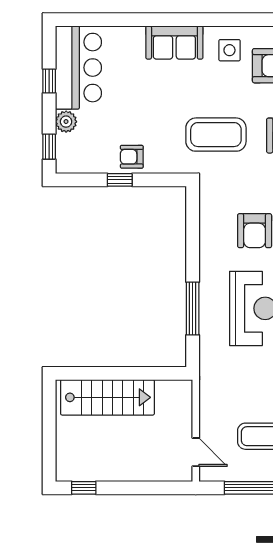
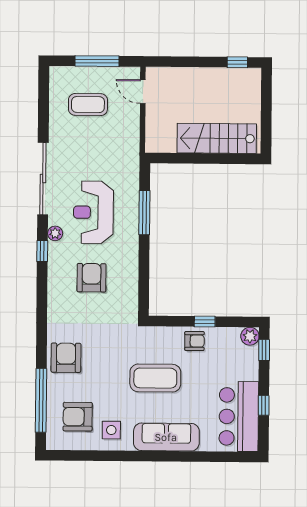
sofa: (174, 43) -> (166, 437), width x1.36
plant: (66, 122) -> (250, 336), moved
coffee table: (216, 135) -> (155, 378), moved

